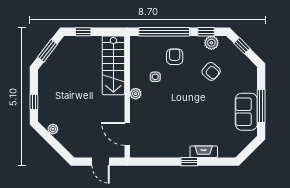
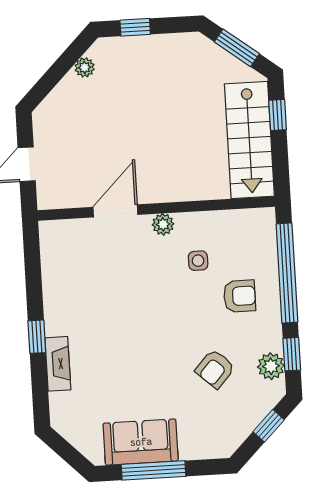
stairs: (113, 65) -> (249, 140), moved, turned -90
door: (127, 134) -> (115, 211), moved

